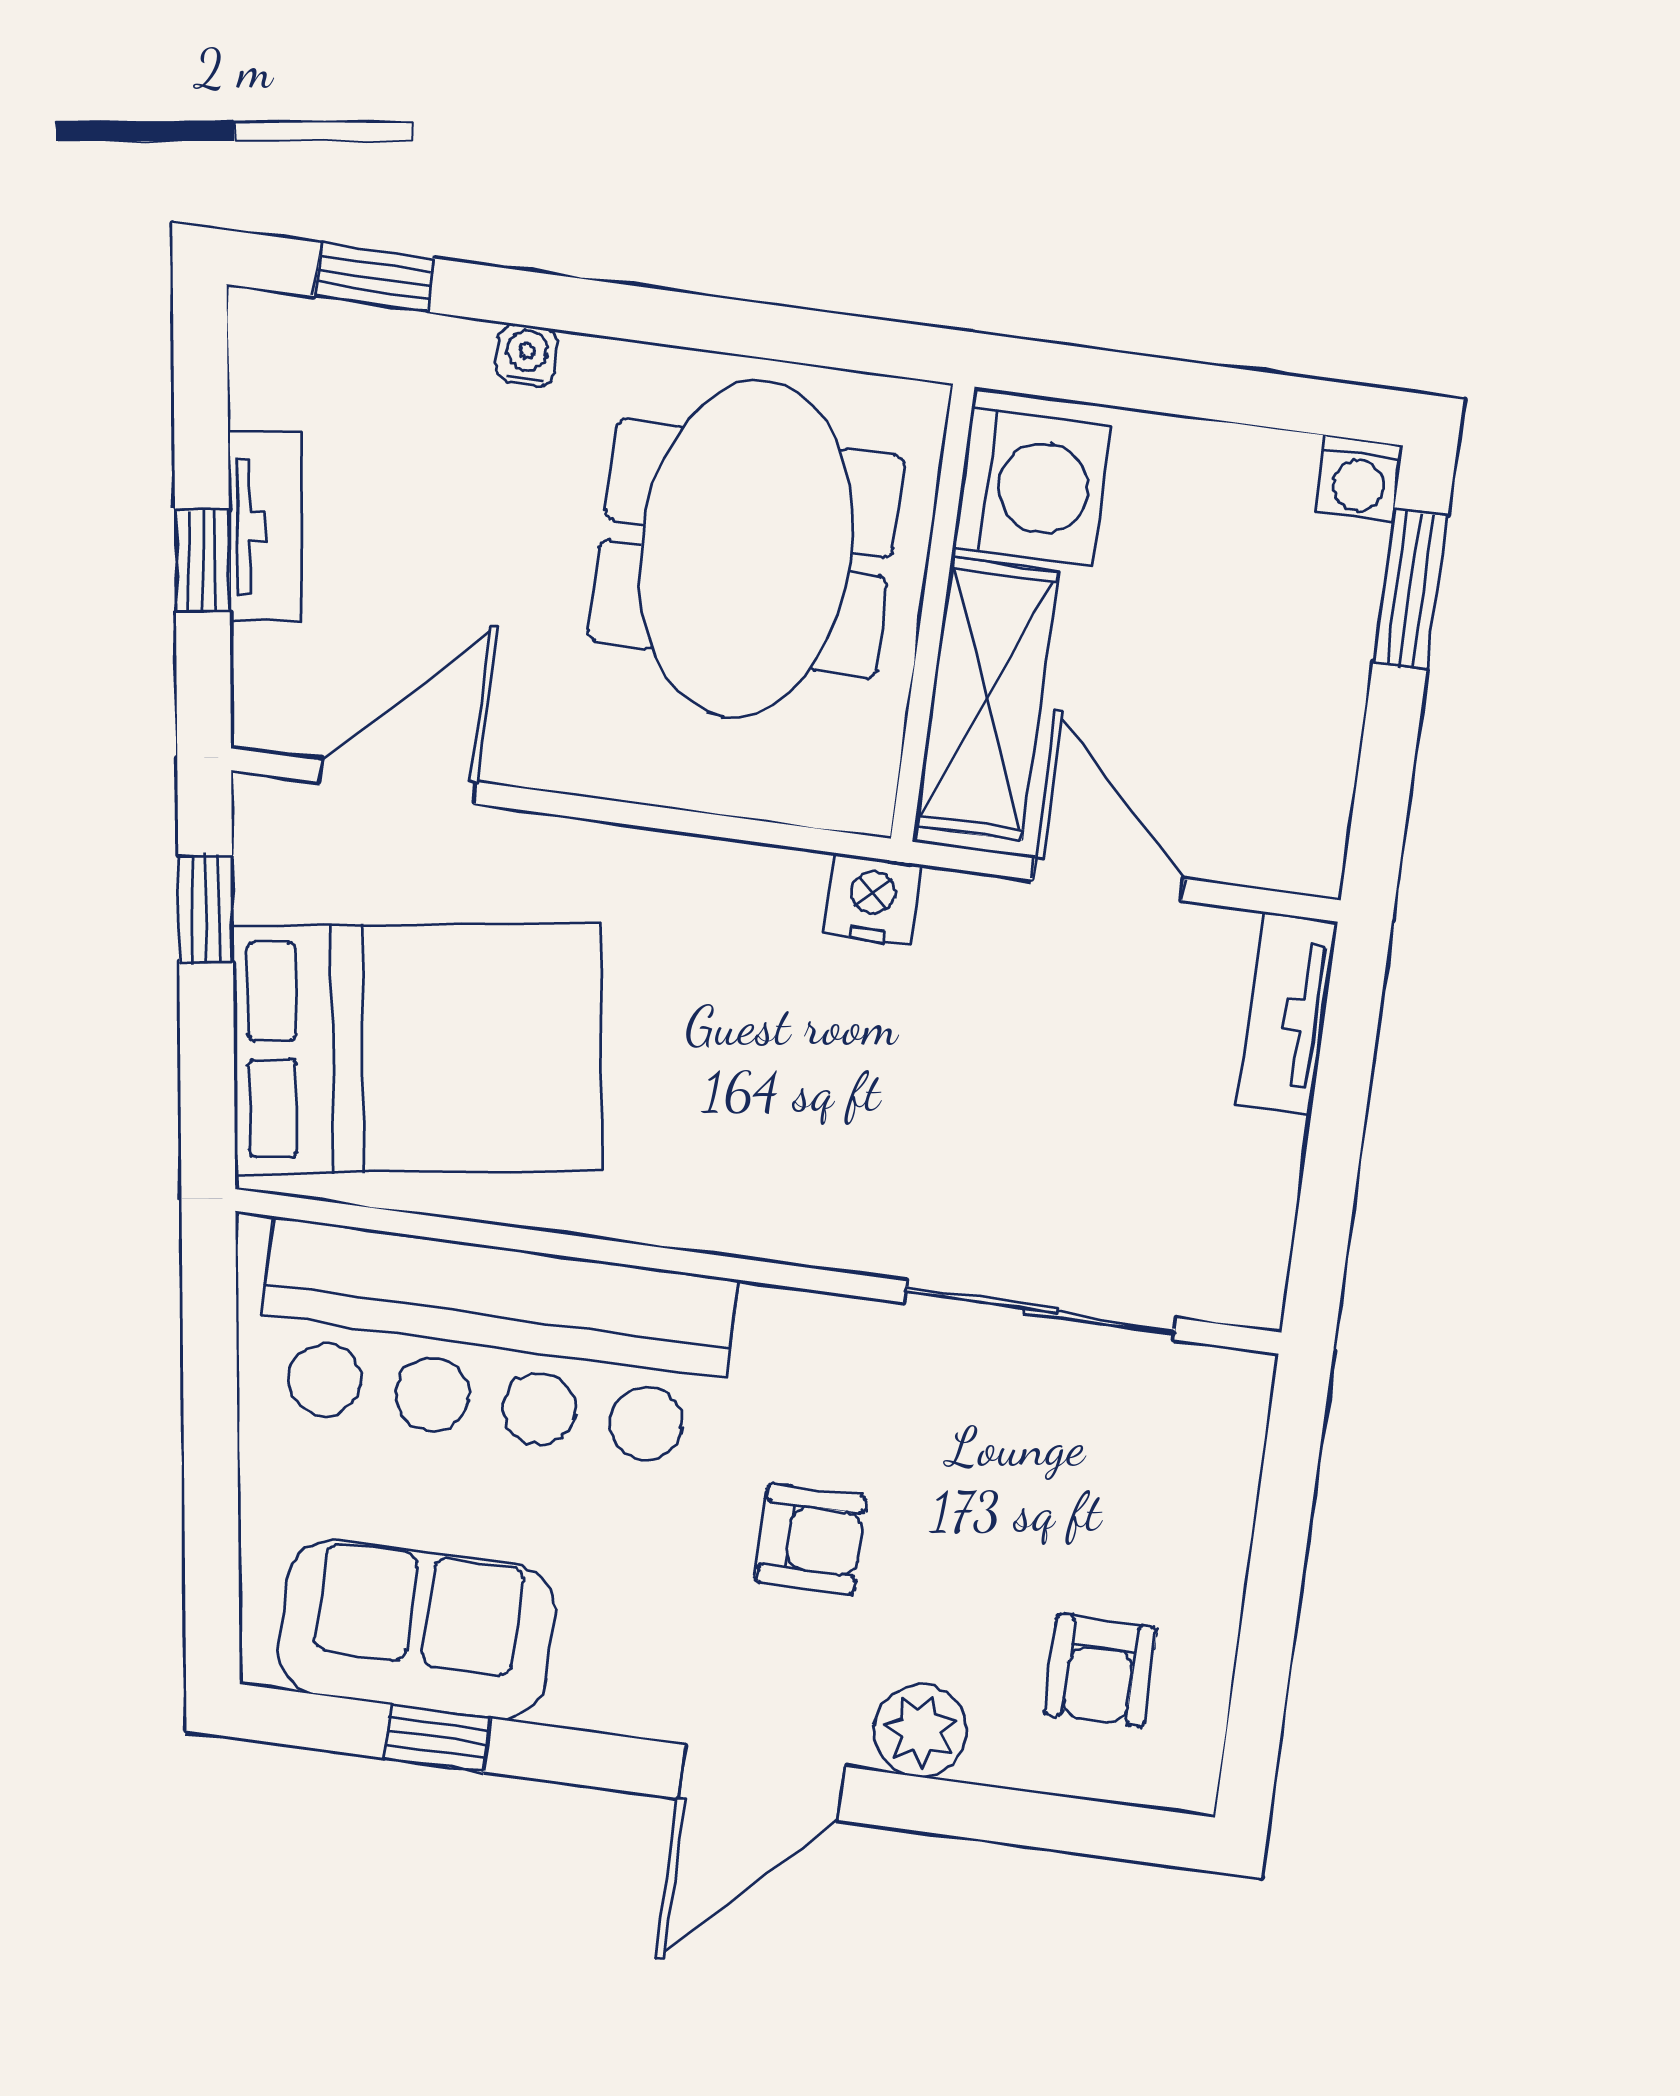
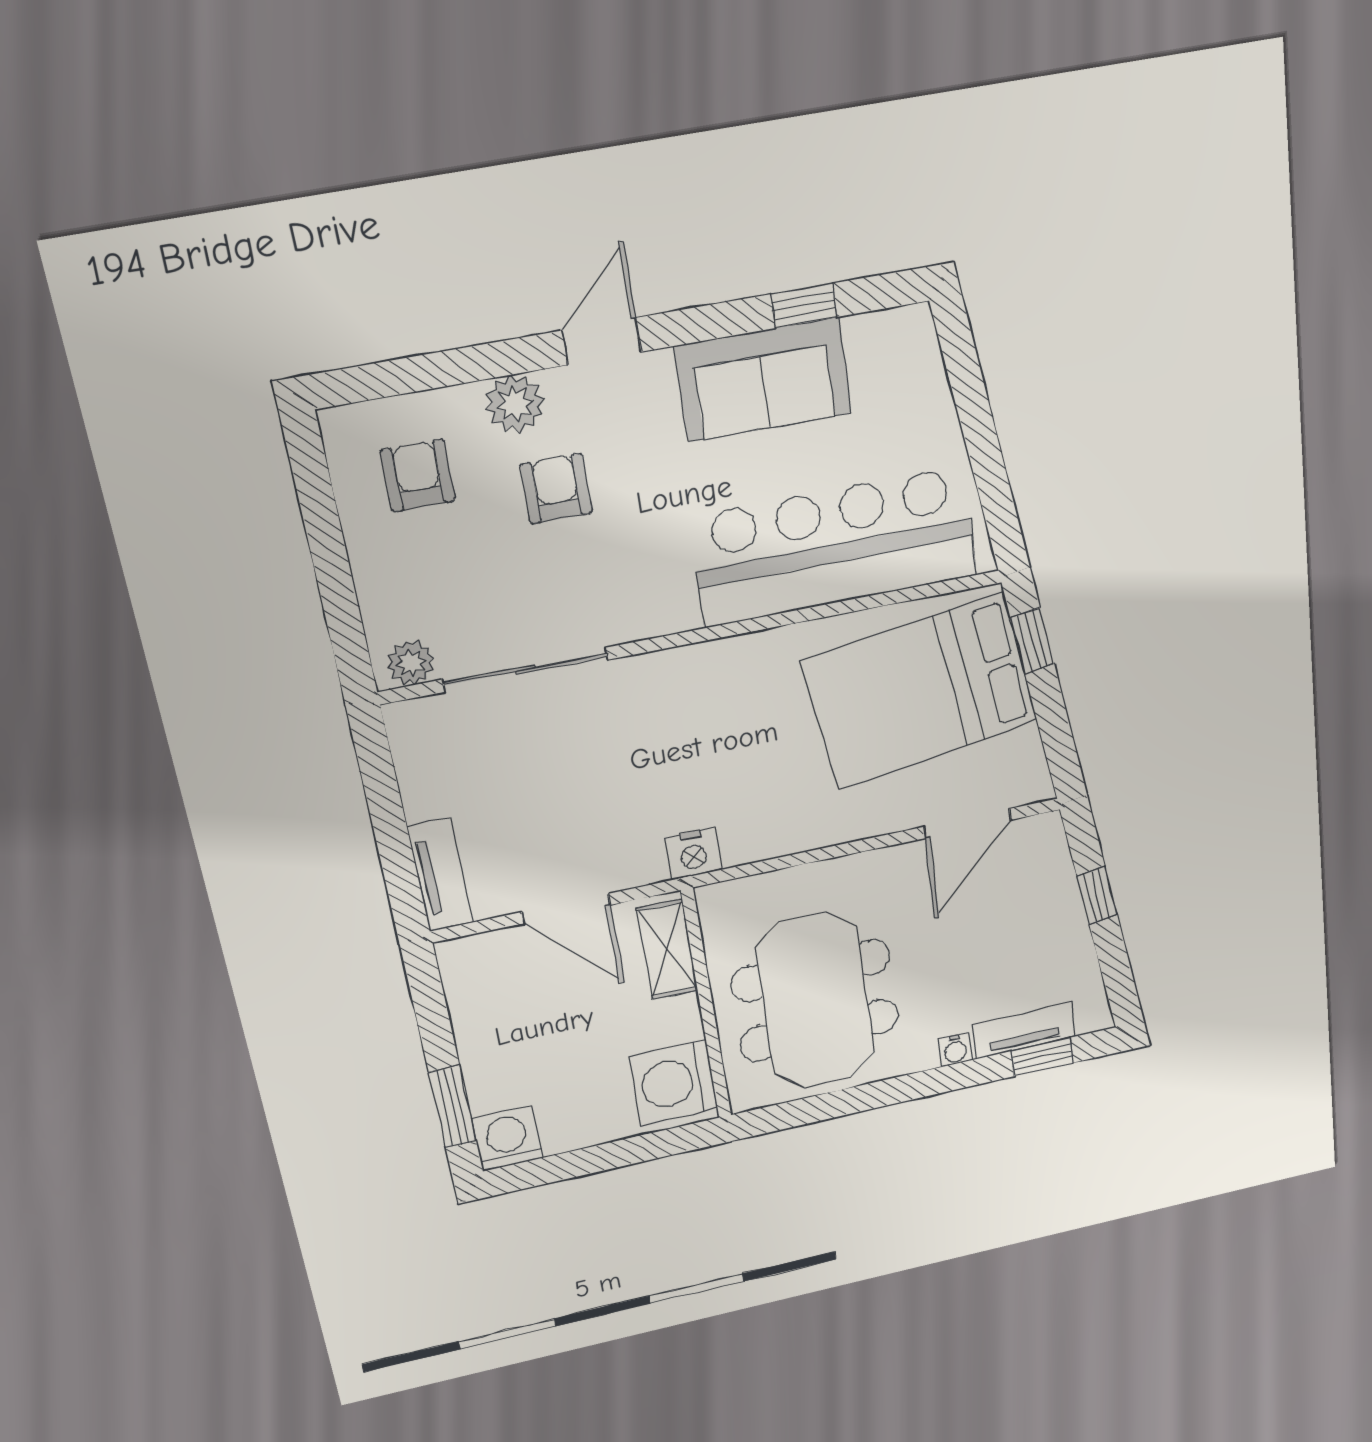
washing machine: (1359, 479) -> (507, 1139), width x1.38, depth x1.38
tv unit: (265, 526) -> (1024, 1031), moved, turned 98
shelving: (986, 699) -> (667, 949), width x0.67, depth x0.75
window: (206, 909) -> (1032, 641), moved
plant: (1211, 1383) -> (411, 663), added
armchair: (811, 1539) -> (556, 489), moved, turned 90
sofa: (417, 1630) -> (763, 380), moved
door: (761, 1782) -> (602, 341), width x0.73

